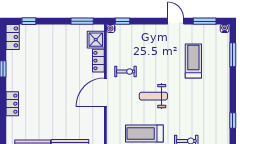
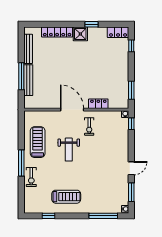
shower: (96, 40) -> (80, 34), moved
window: (233, 55) -> (103, 216), width x1.44
treadmill: (193, 61) -> (66, 197), moved
weight bench: (153, 96) -> (69, 150), turned 180
locker: (12, 104) -> (57, 32), width x1.53

